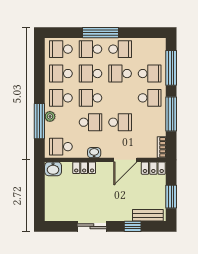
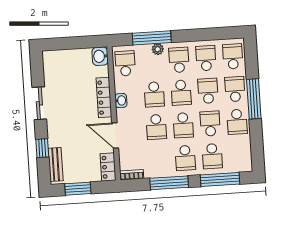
school desk: (90, 98) -> (181, 93), turned 180
school desk: (120, 98) -> (183, 125), added
locker: (84, 168) -> (104, 97), width x1.53

